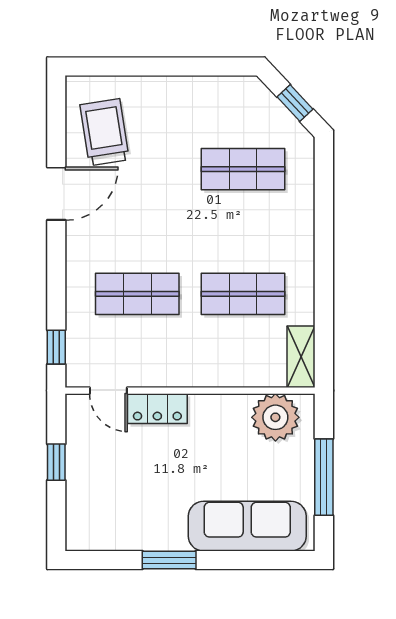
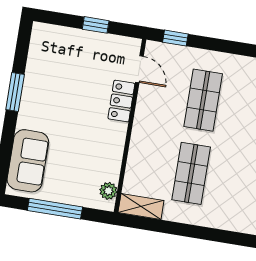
door: (108, 391) -> (139, 69), swing flipped
plant: (275, 417) -> (108, 191), width x0.53, depth x0.53
sofa: (247, 526) -> (28, 161), width x0.73

